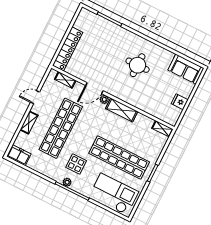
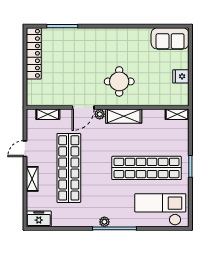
locker: (68, 49) -> (34, 53), moved
round table: (138, 65) -> (119, 81), moved
display table: (76, 164) -> (104, 198), removed

